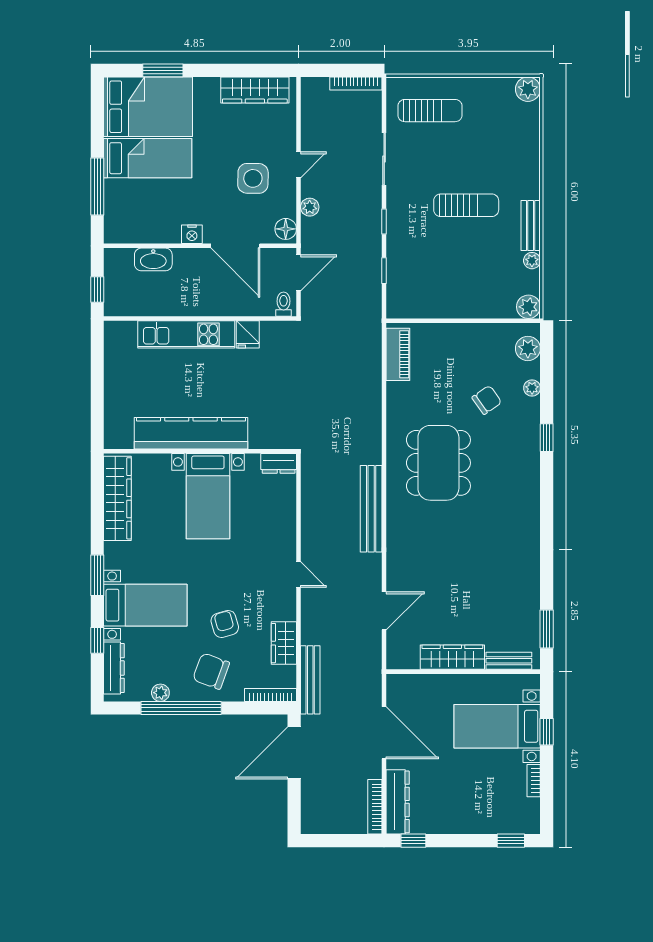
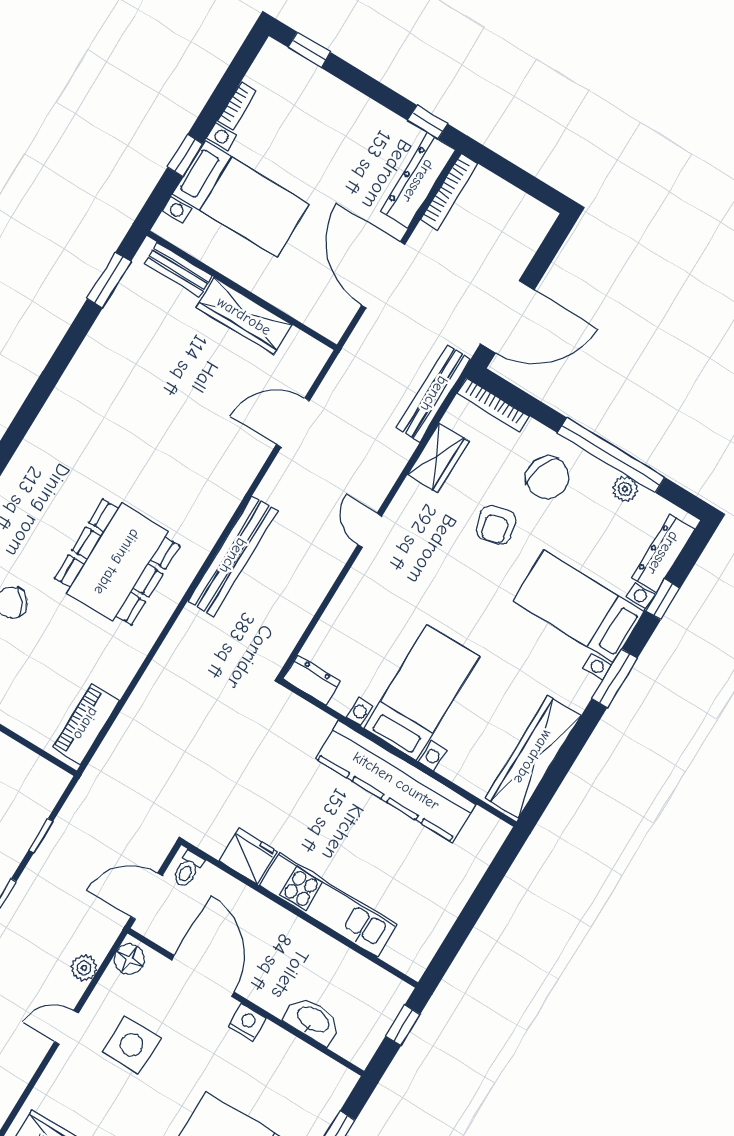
fridge: (248, 334) -> (248, 856), width x1.38

